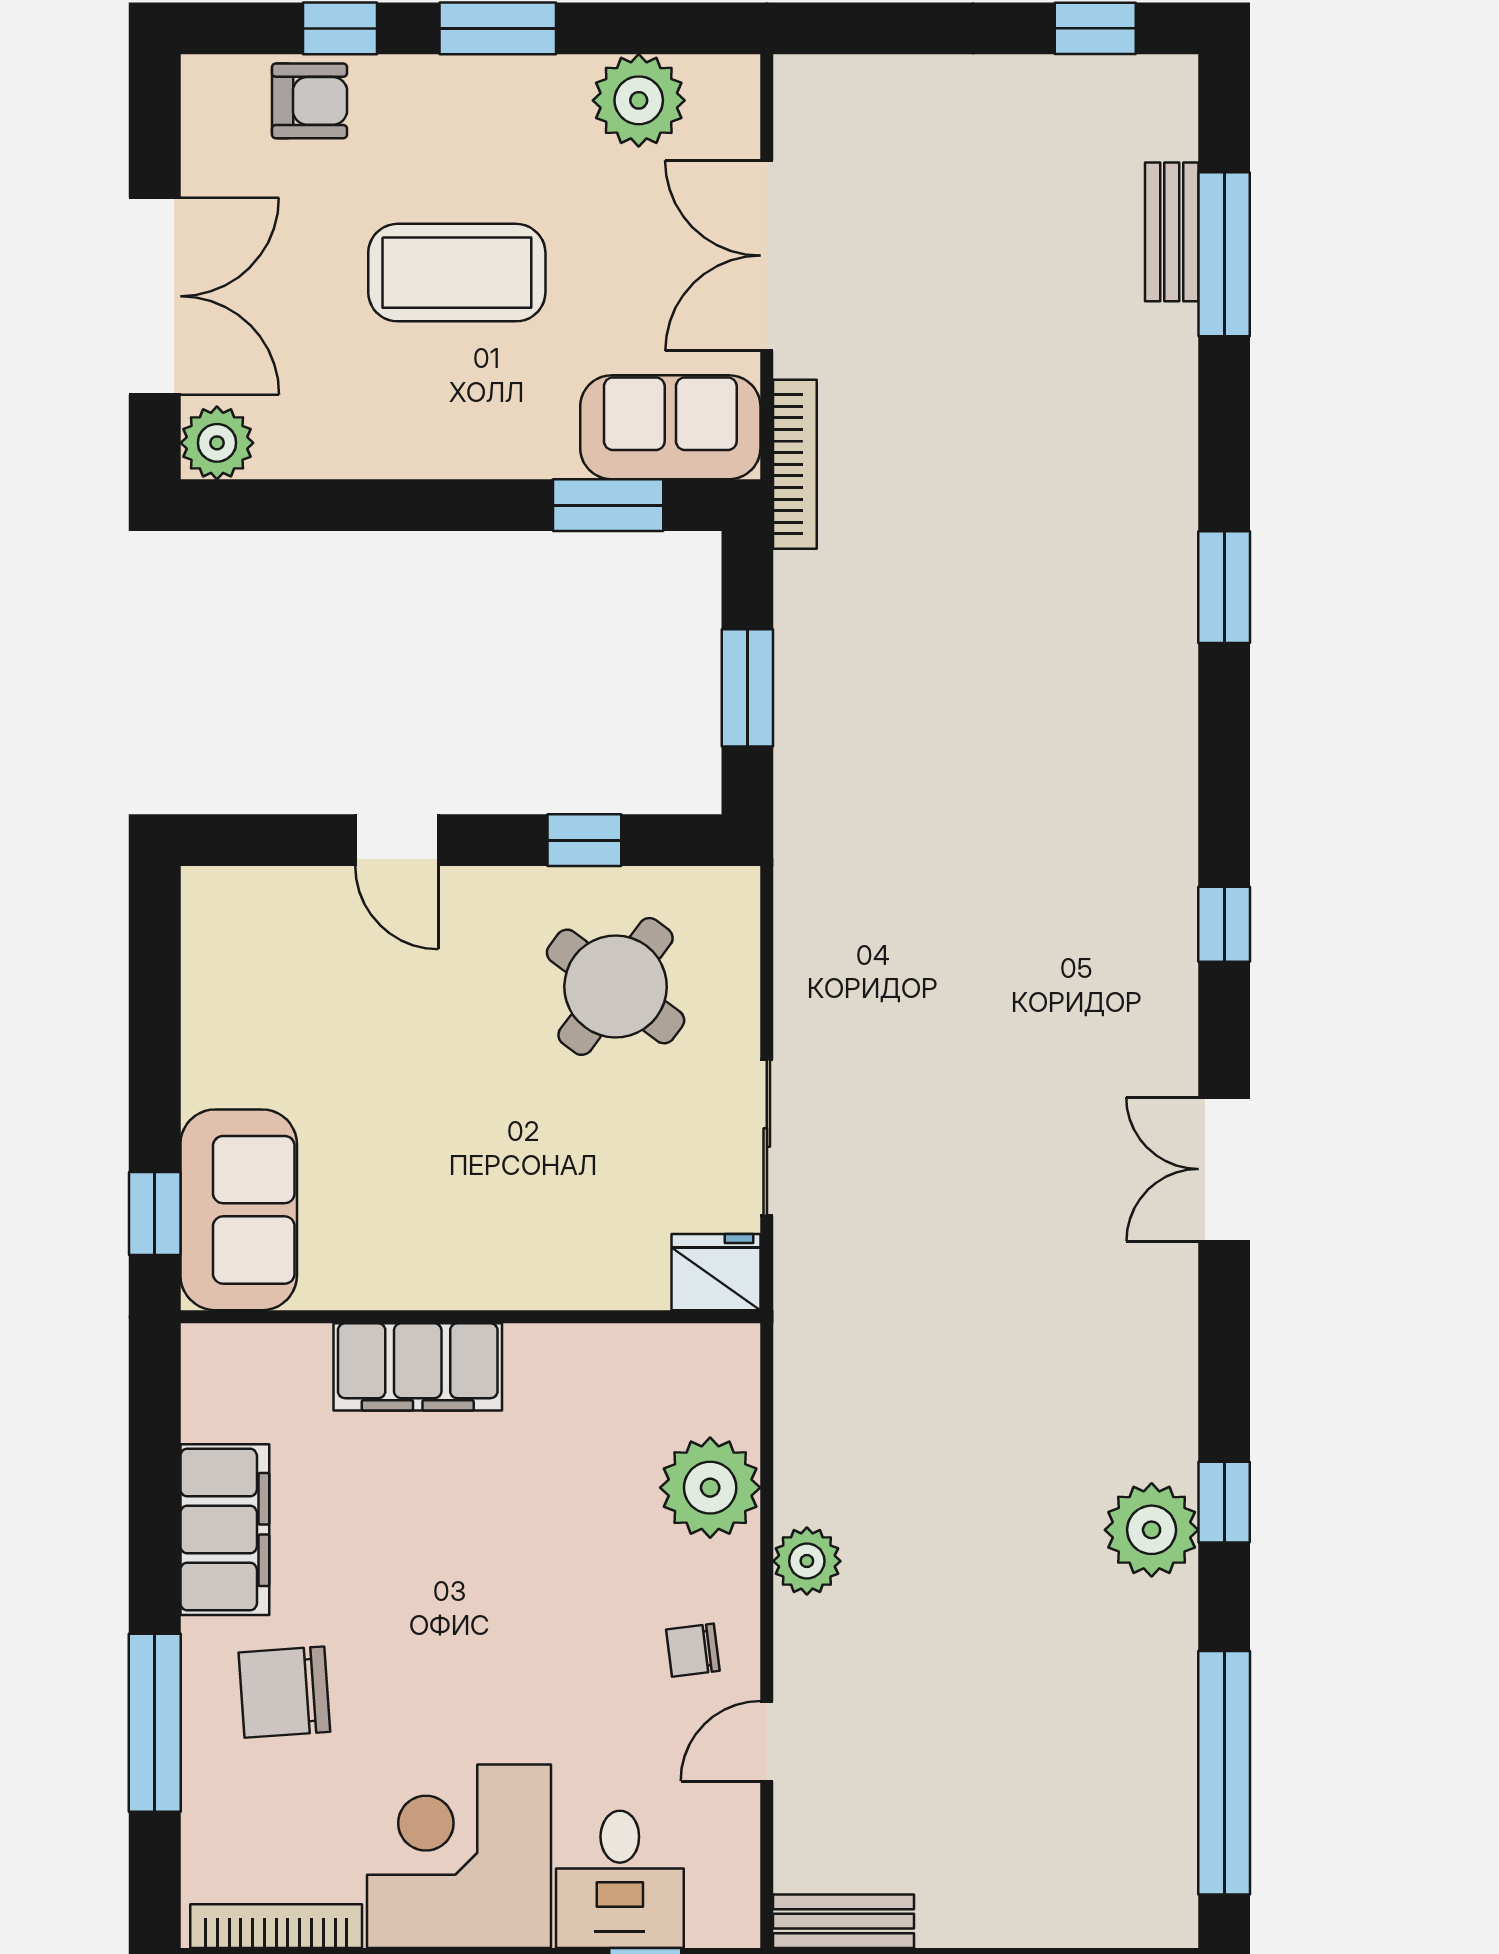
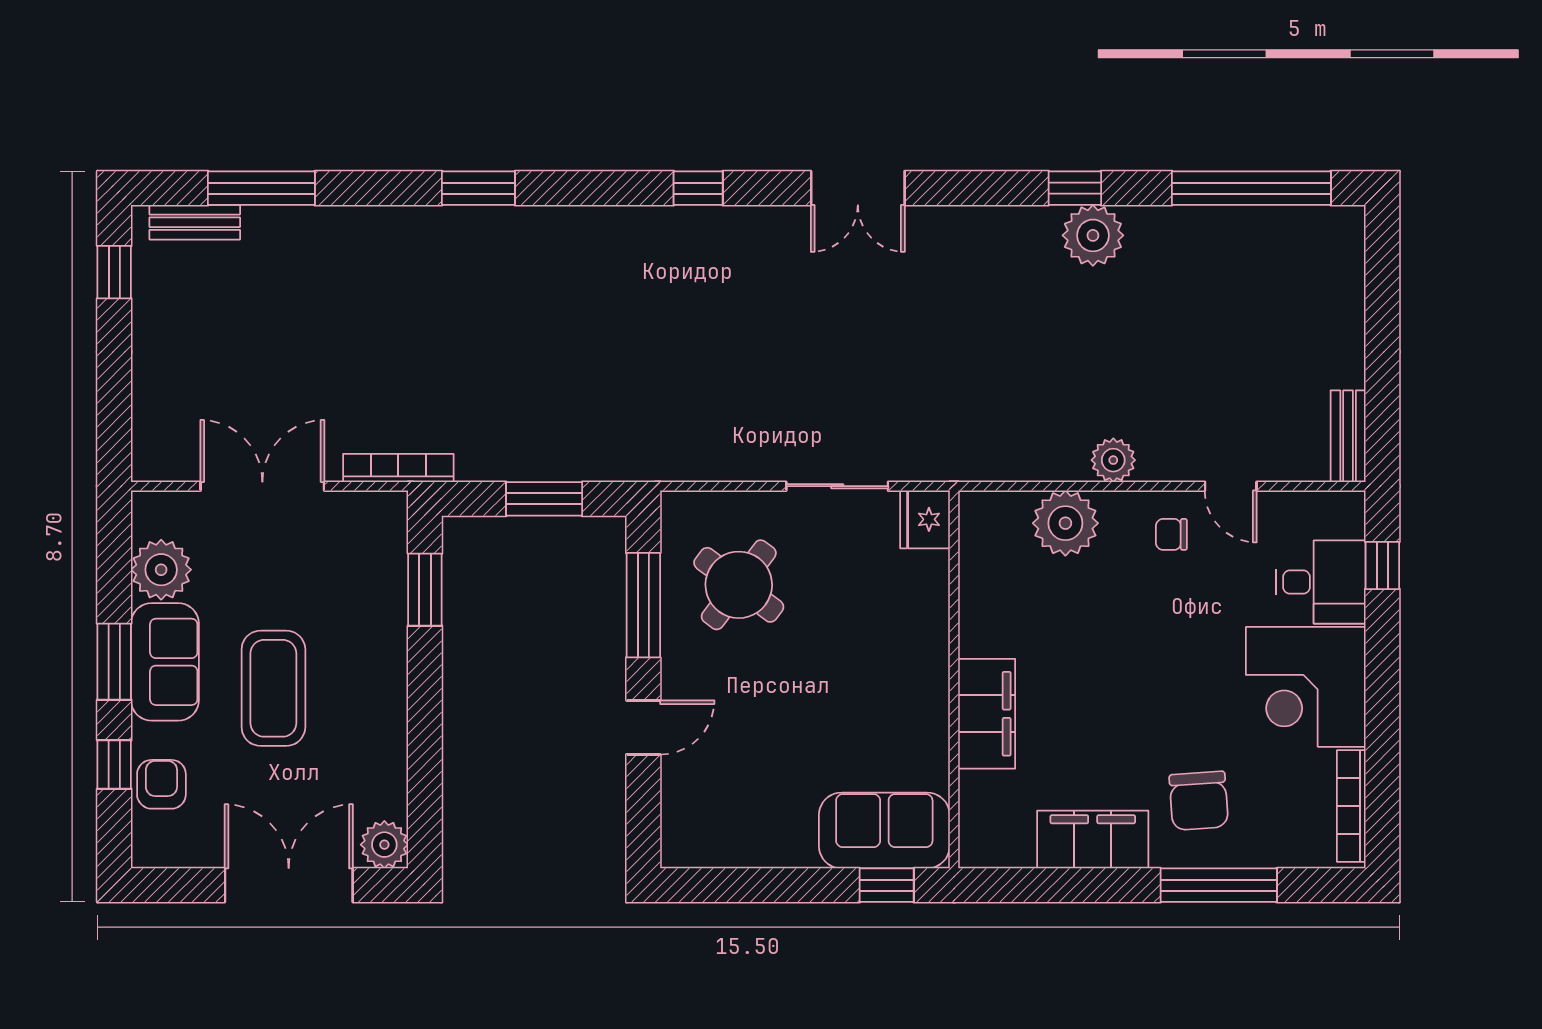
bench: (1172, 232) -> (195, 222), moved
double door: (767, 256) -> (262, 486), swing flipped
sofa: (670, 427) -> (165, 662), moved, turned 180
window: (584, 840) -> (643, 605), width x2.17
chair: (693, 1650) -> (1171, 534), turned 97

